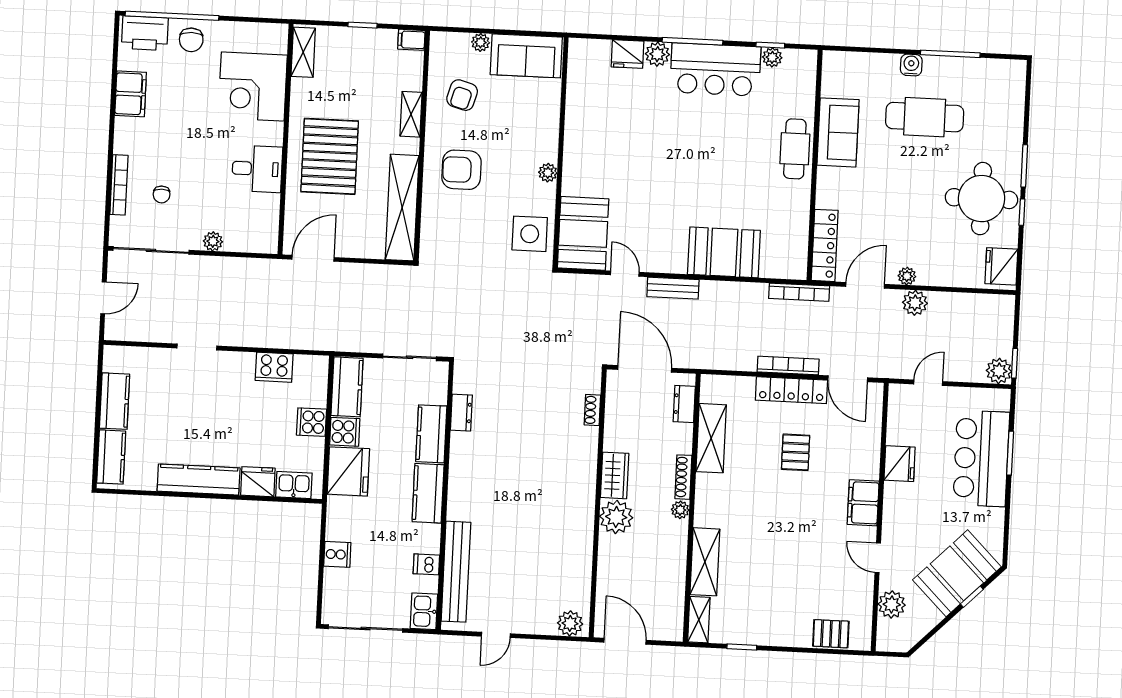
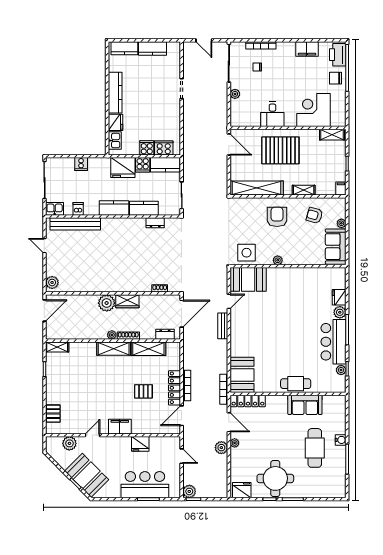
booth: (724, 252) -> (242, 375), moved
cooker: (274, 367) -> (164, 148), moved, turned 90
shelving: (705, 562) -> (114, 349), moved

